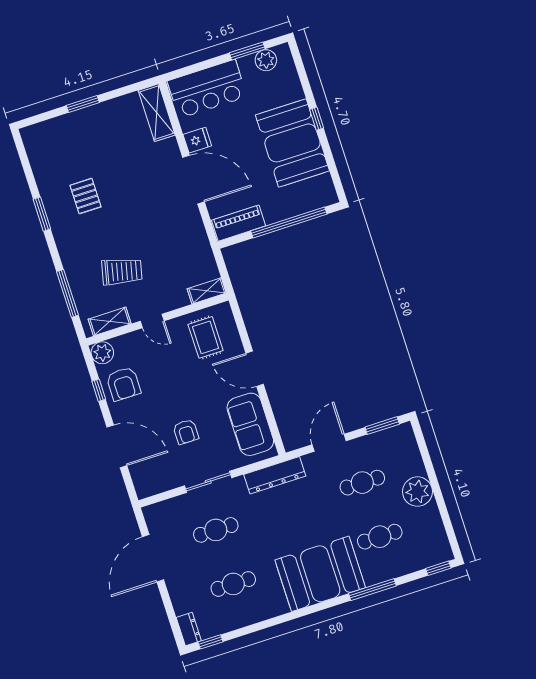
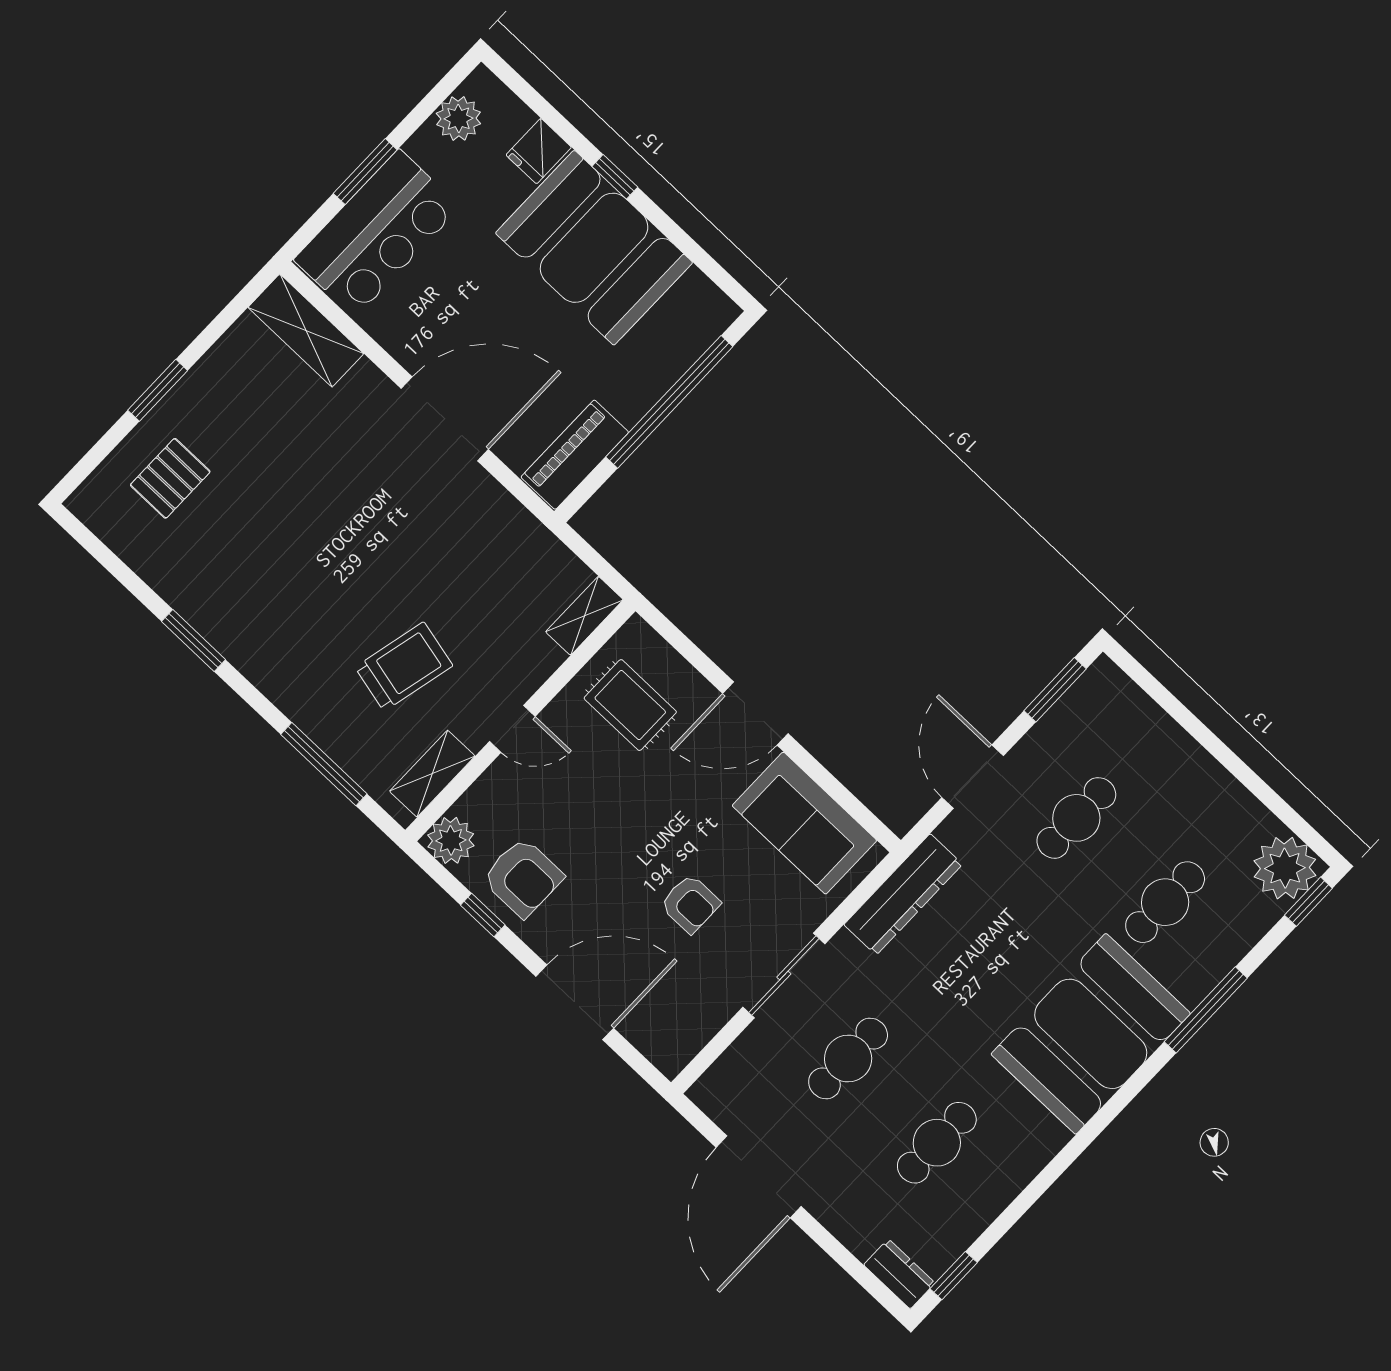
window: (247, 51) -> (365, 172), moved
fridge: (197, 140) -> (539, 151), moved, turned 180
pallet: (86, 196) -> (170, 478), moved, turned 90
plant: (417, 492) -> (1285, 868), moved

